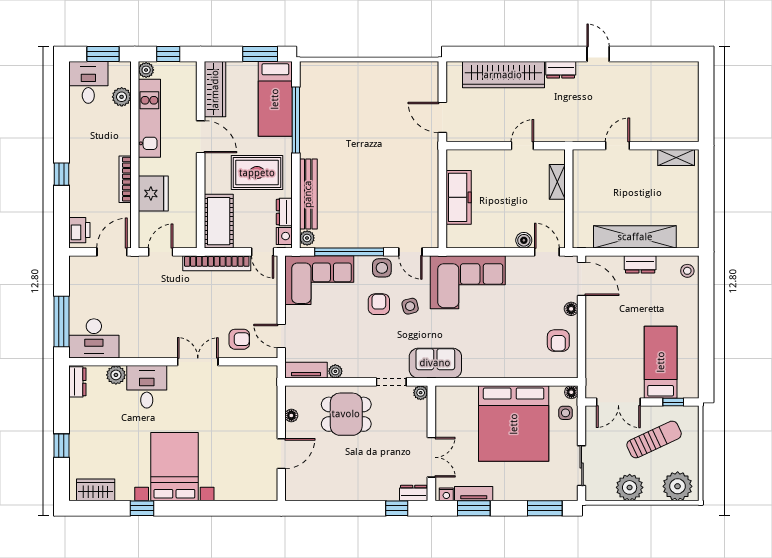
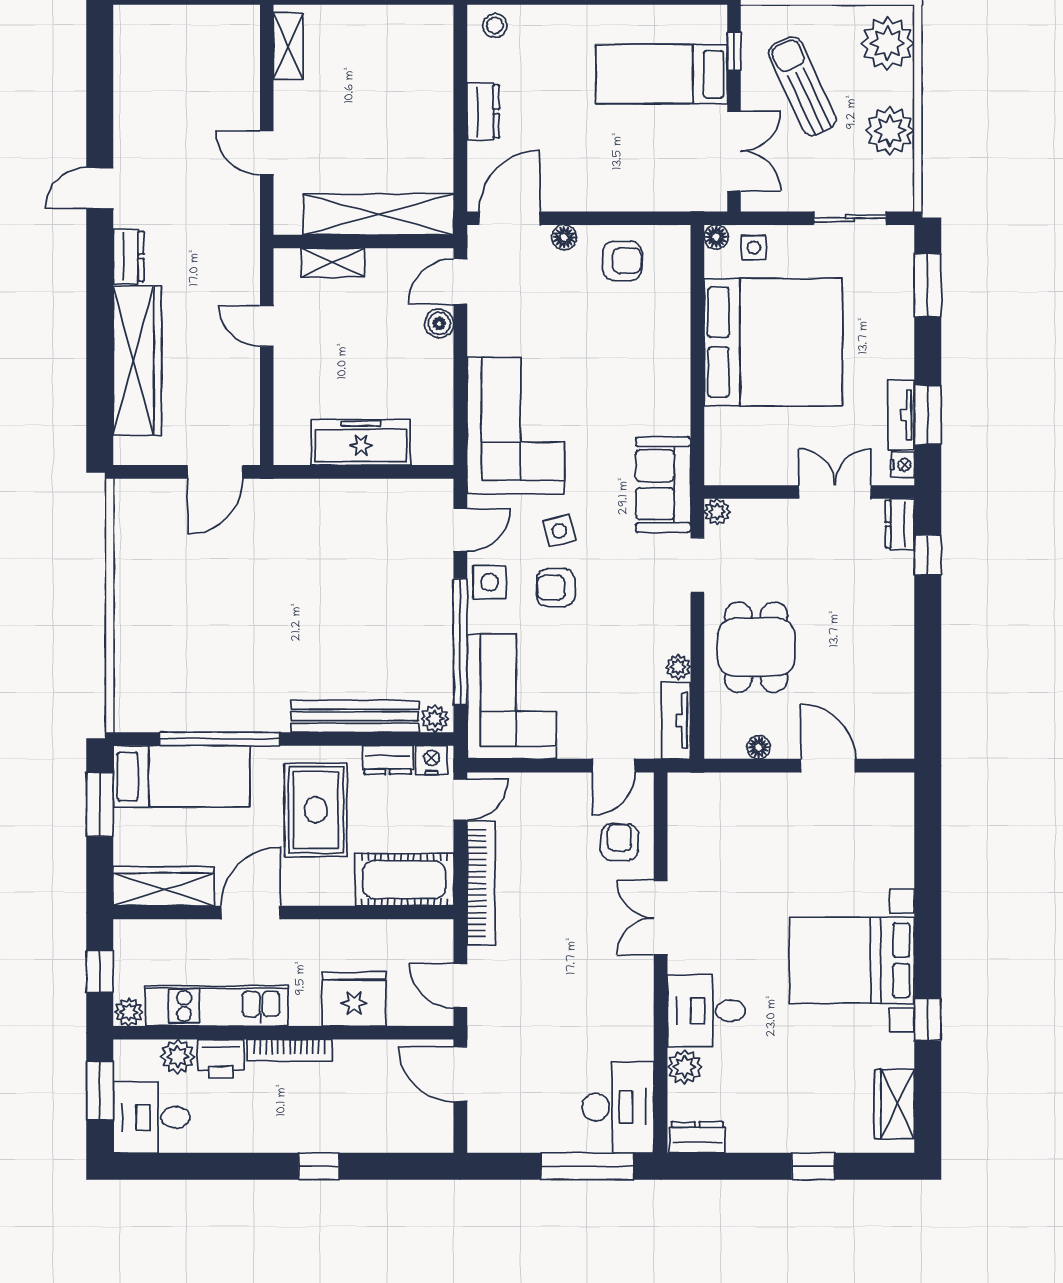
bookcase: (125, 179) -> (290, 1050), moved
printer: (79, 230) -> (221, 1059), moved, turned 180
shelving: (635, 237) -> (378, 214), moved, turned 90

